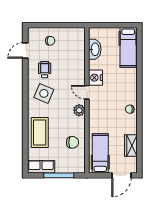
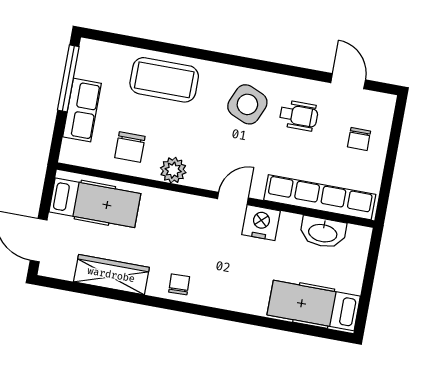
row of seats: (79, 54) -> (320, 197), added
plant: (79, 110) -> (173, 170), moved
wardrobe: (131, 146) -> (111, 275), width x1.50
row of seats: (41, 167) -> (82, 110), moved
window: (59, 175) -> (68, 78), moved

